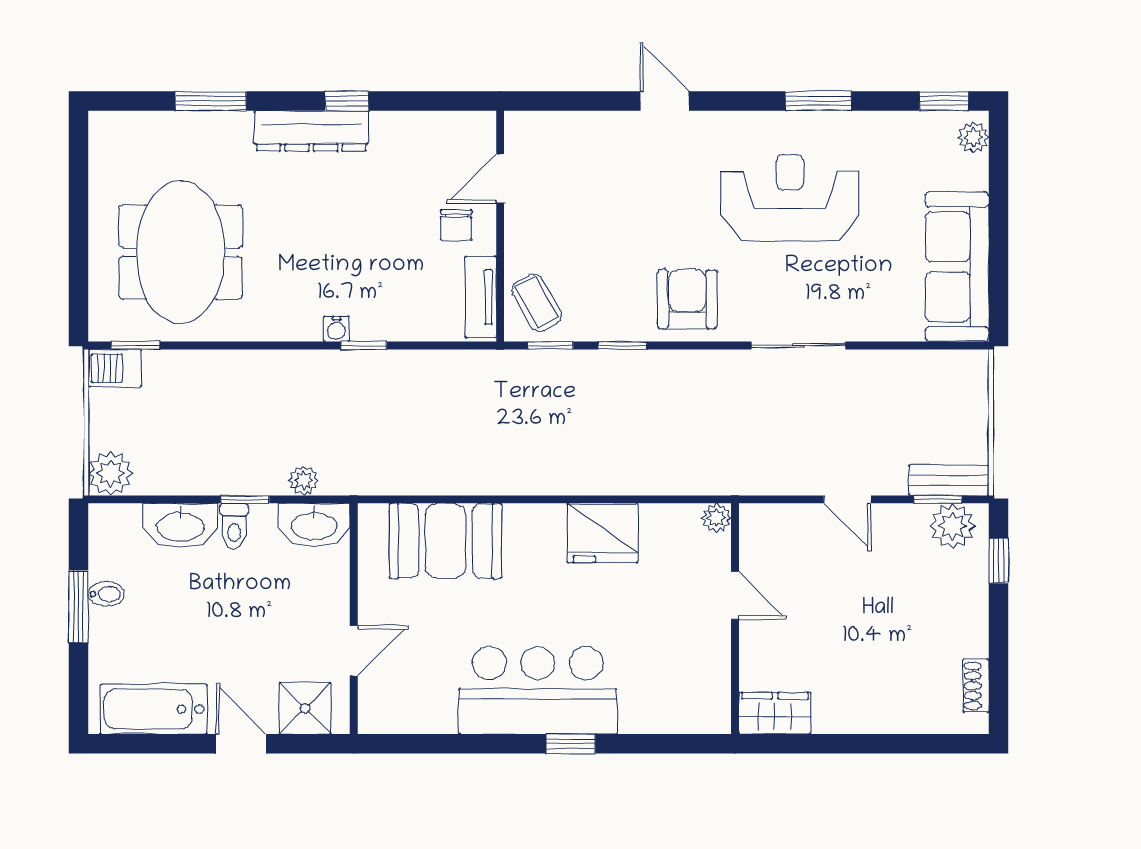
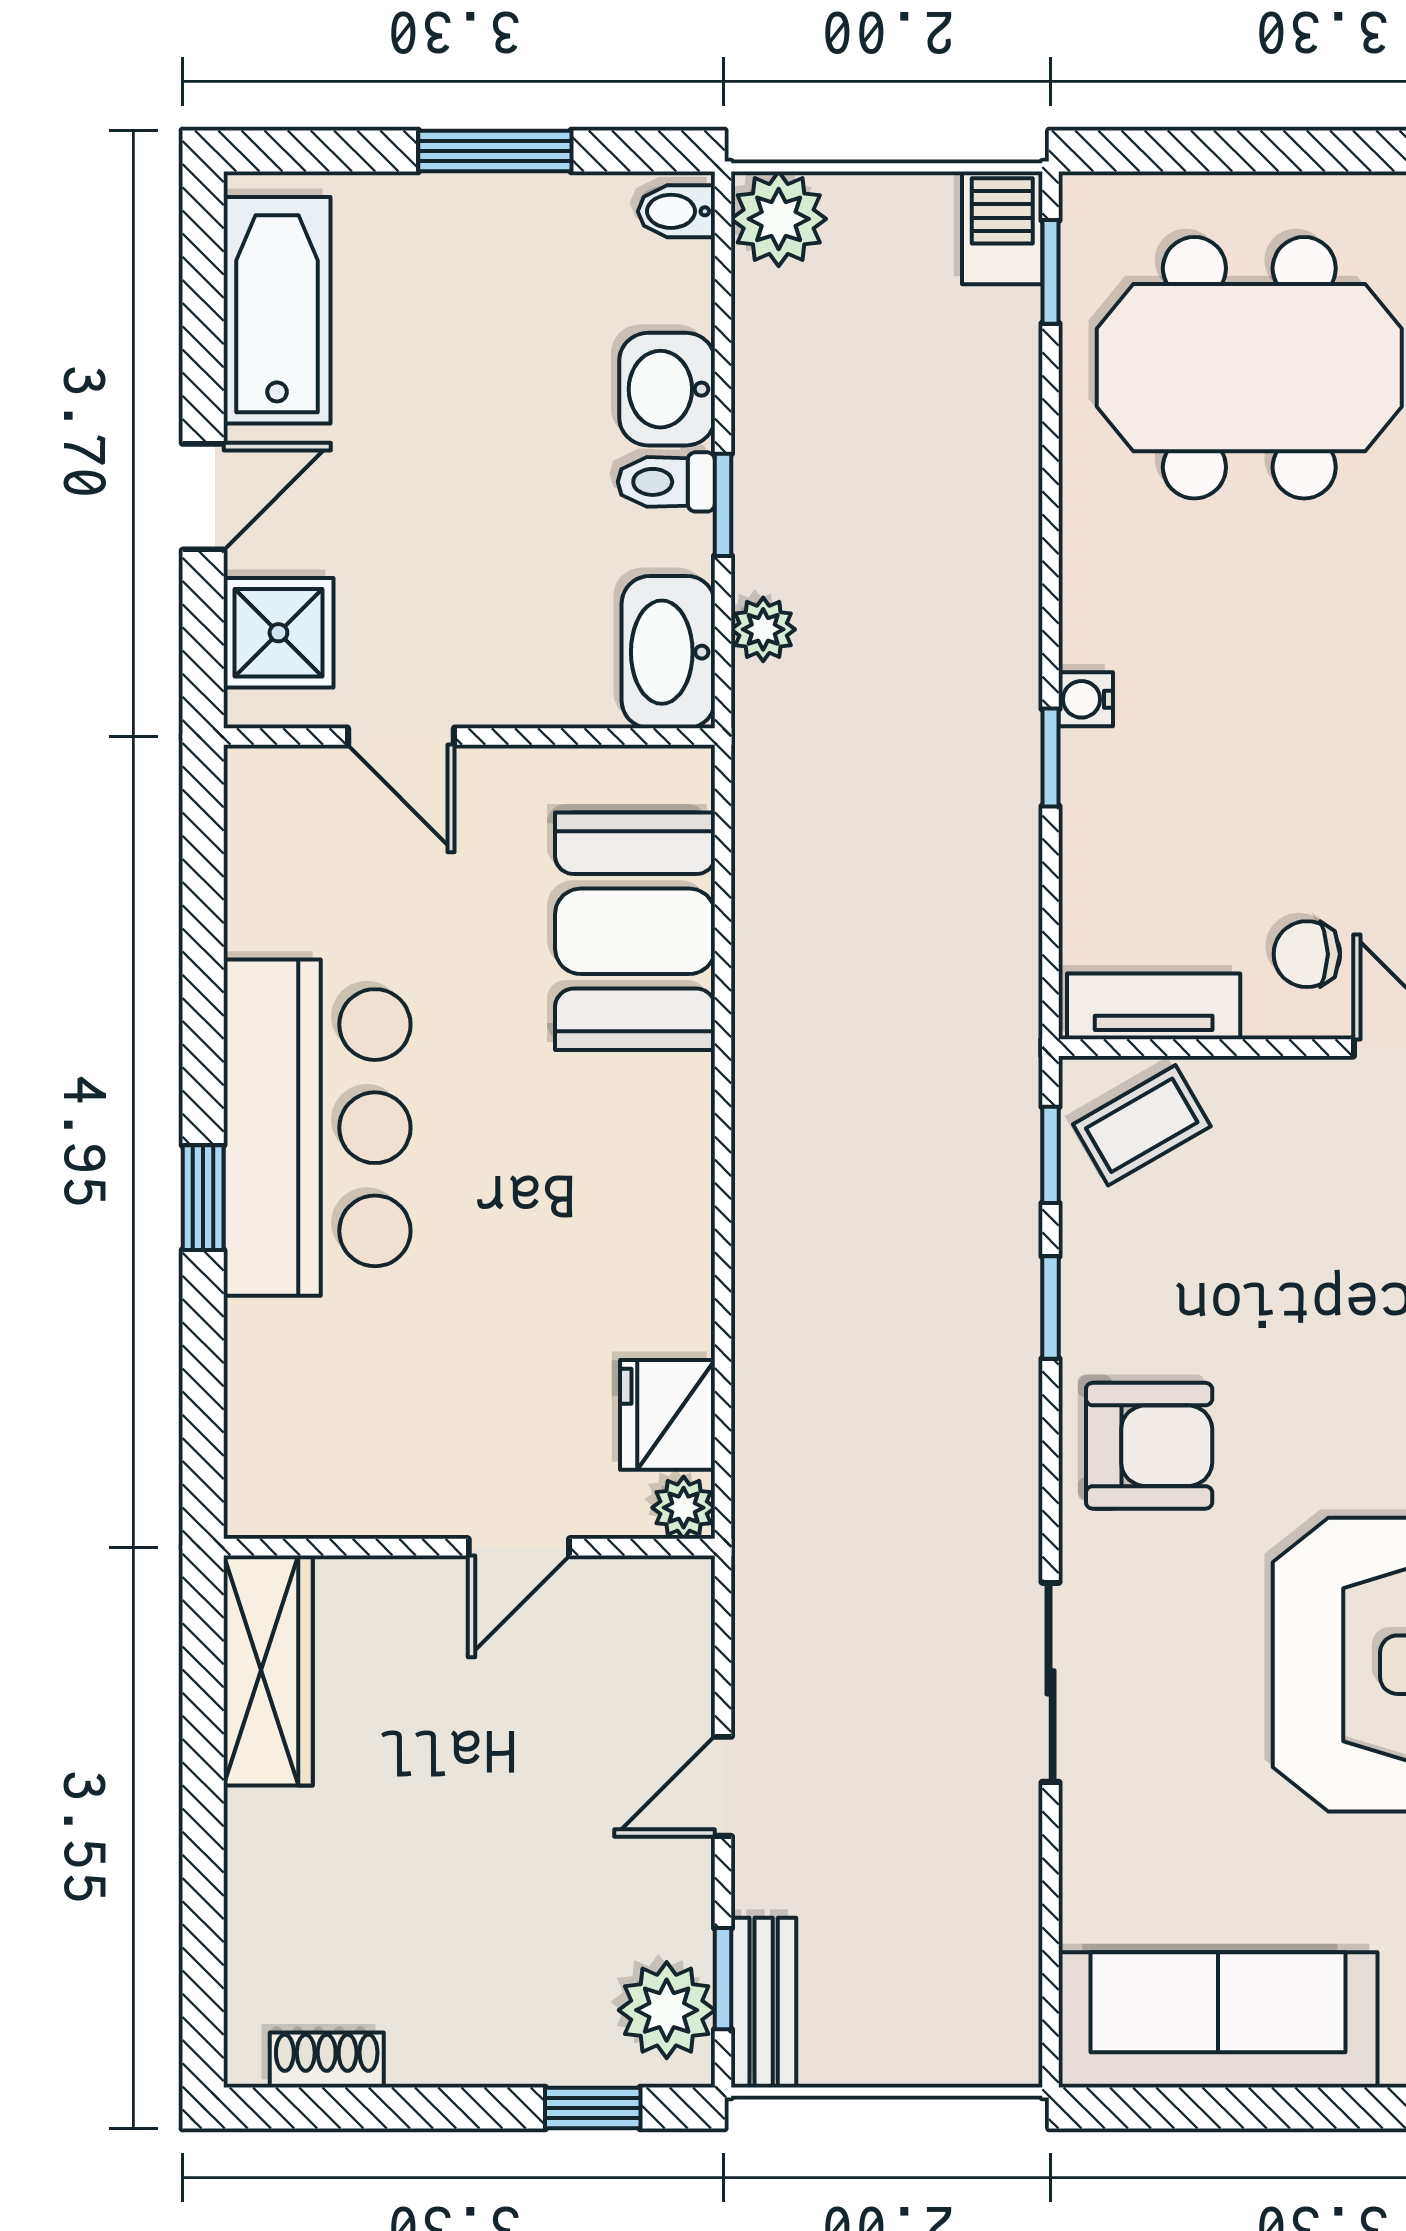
washbasin: (180, 526) -> (667, 389), width x0.72
fridge: (603, 533) -> (667, 1415), moved, width x0.73, depth x0.75
bidet: (106, 594) -> (676, 211), moved, turned 90
wardrobe: (775, 713) -> (268, 1671), width x1.50

